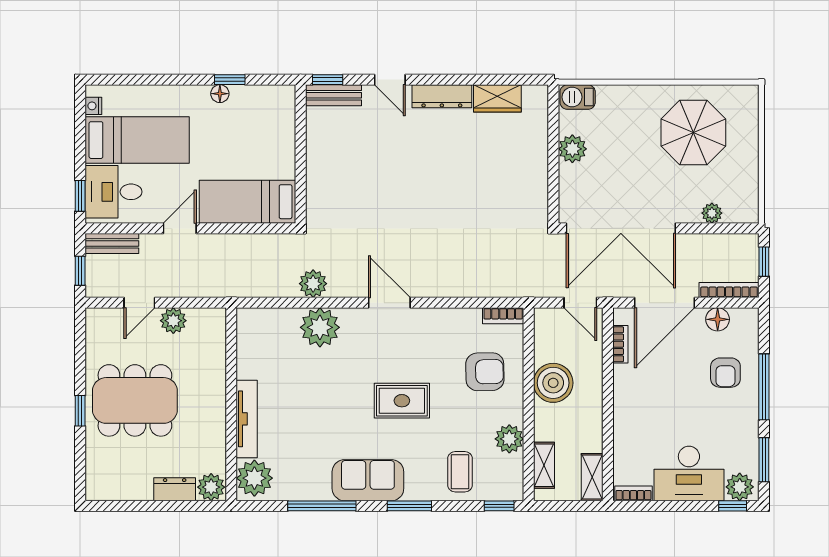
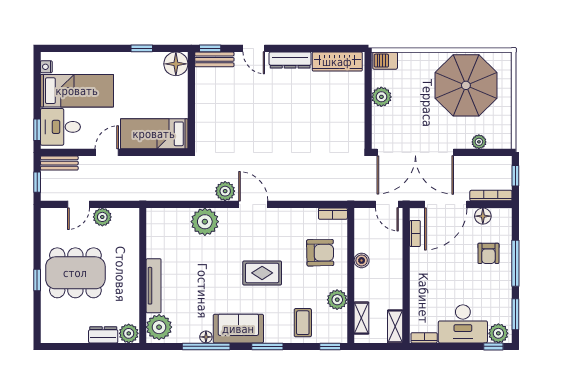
floor lamp: (220, 94) -> (176, 64), moved, width x1.89, depth x1.89
wardrobe: (497, 98) -> (337, 62), width x1.50
parasol: (693, 132) -> (466, 85), width x1.36, depth x1.36
plant: (313, 284) -> (225, 191), moved
boiler: (553, 383) -> (362, 260), width x0.54, depth x0.54
floor lamp: (322, 492) -> (206, 337), added

